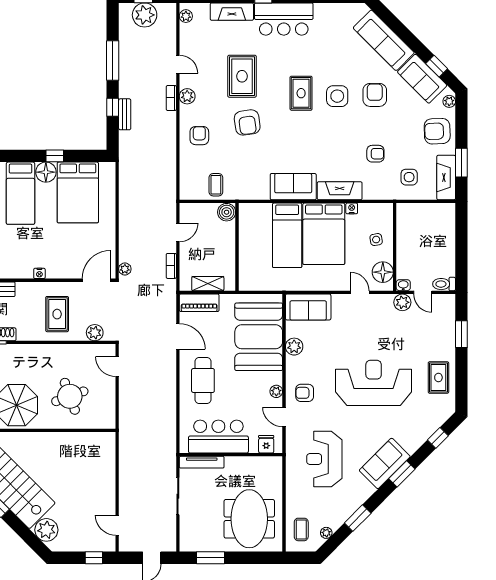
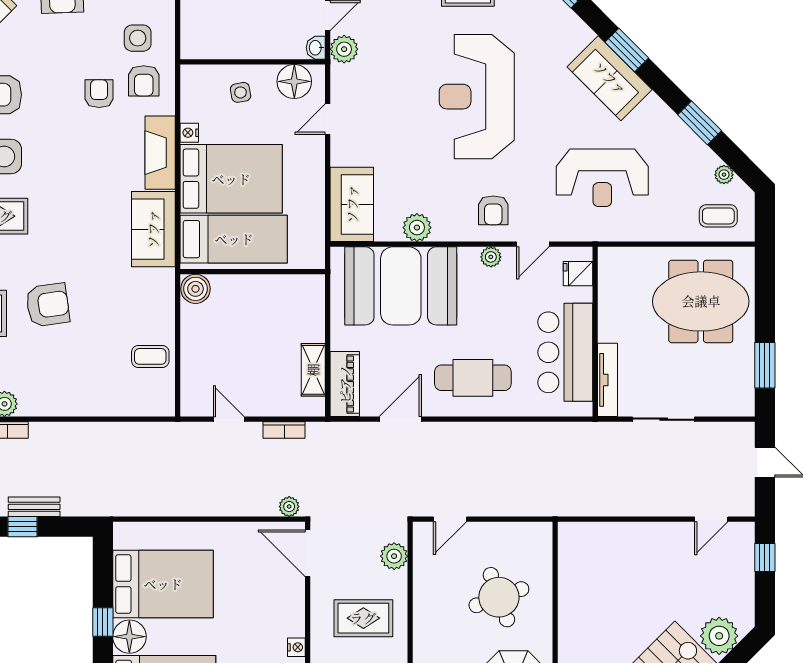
armchair: (199, 136) -> (144, 81), moved, turned -90
boiler: (227, 212) -> (195, 289), moved
wall: (237, 247) -> (253, 272), moved

